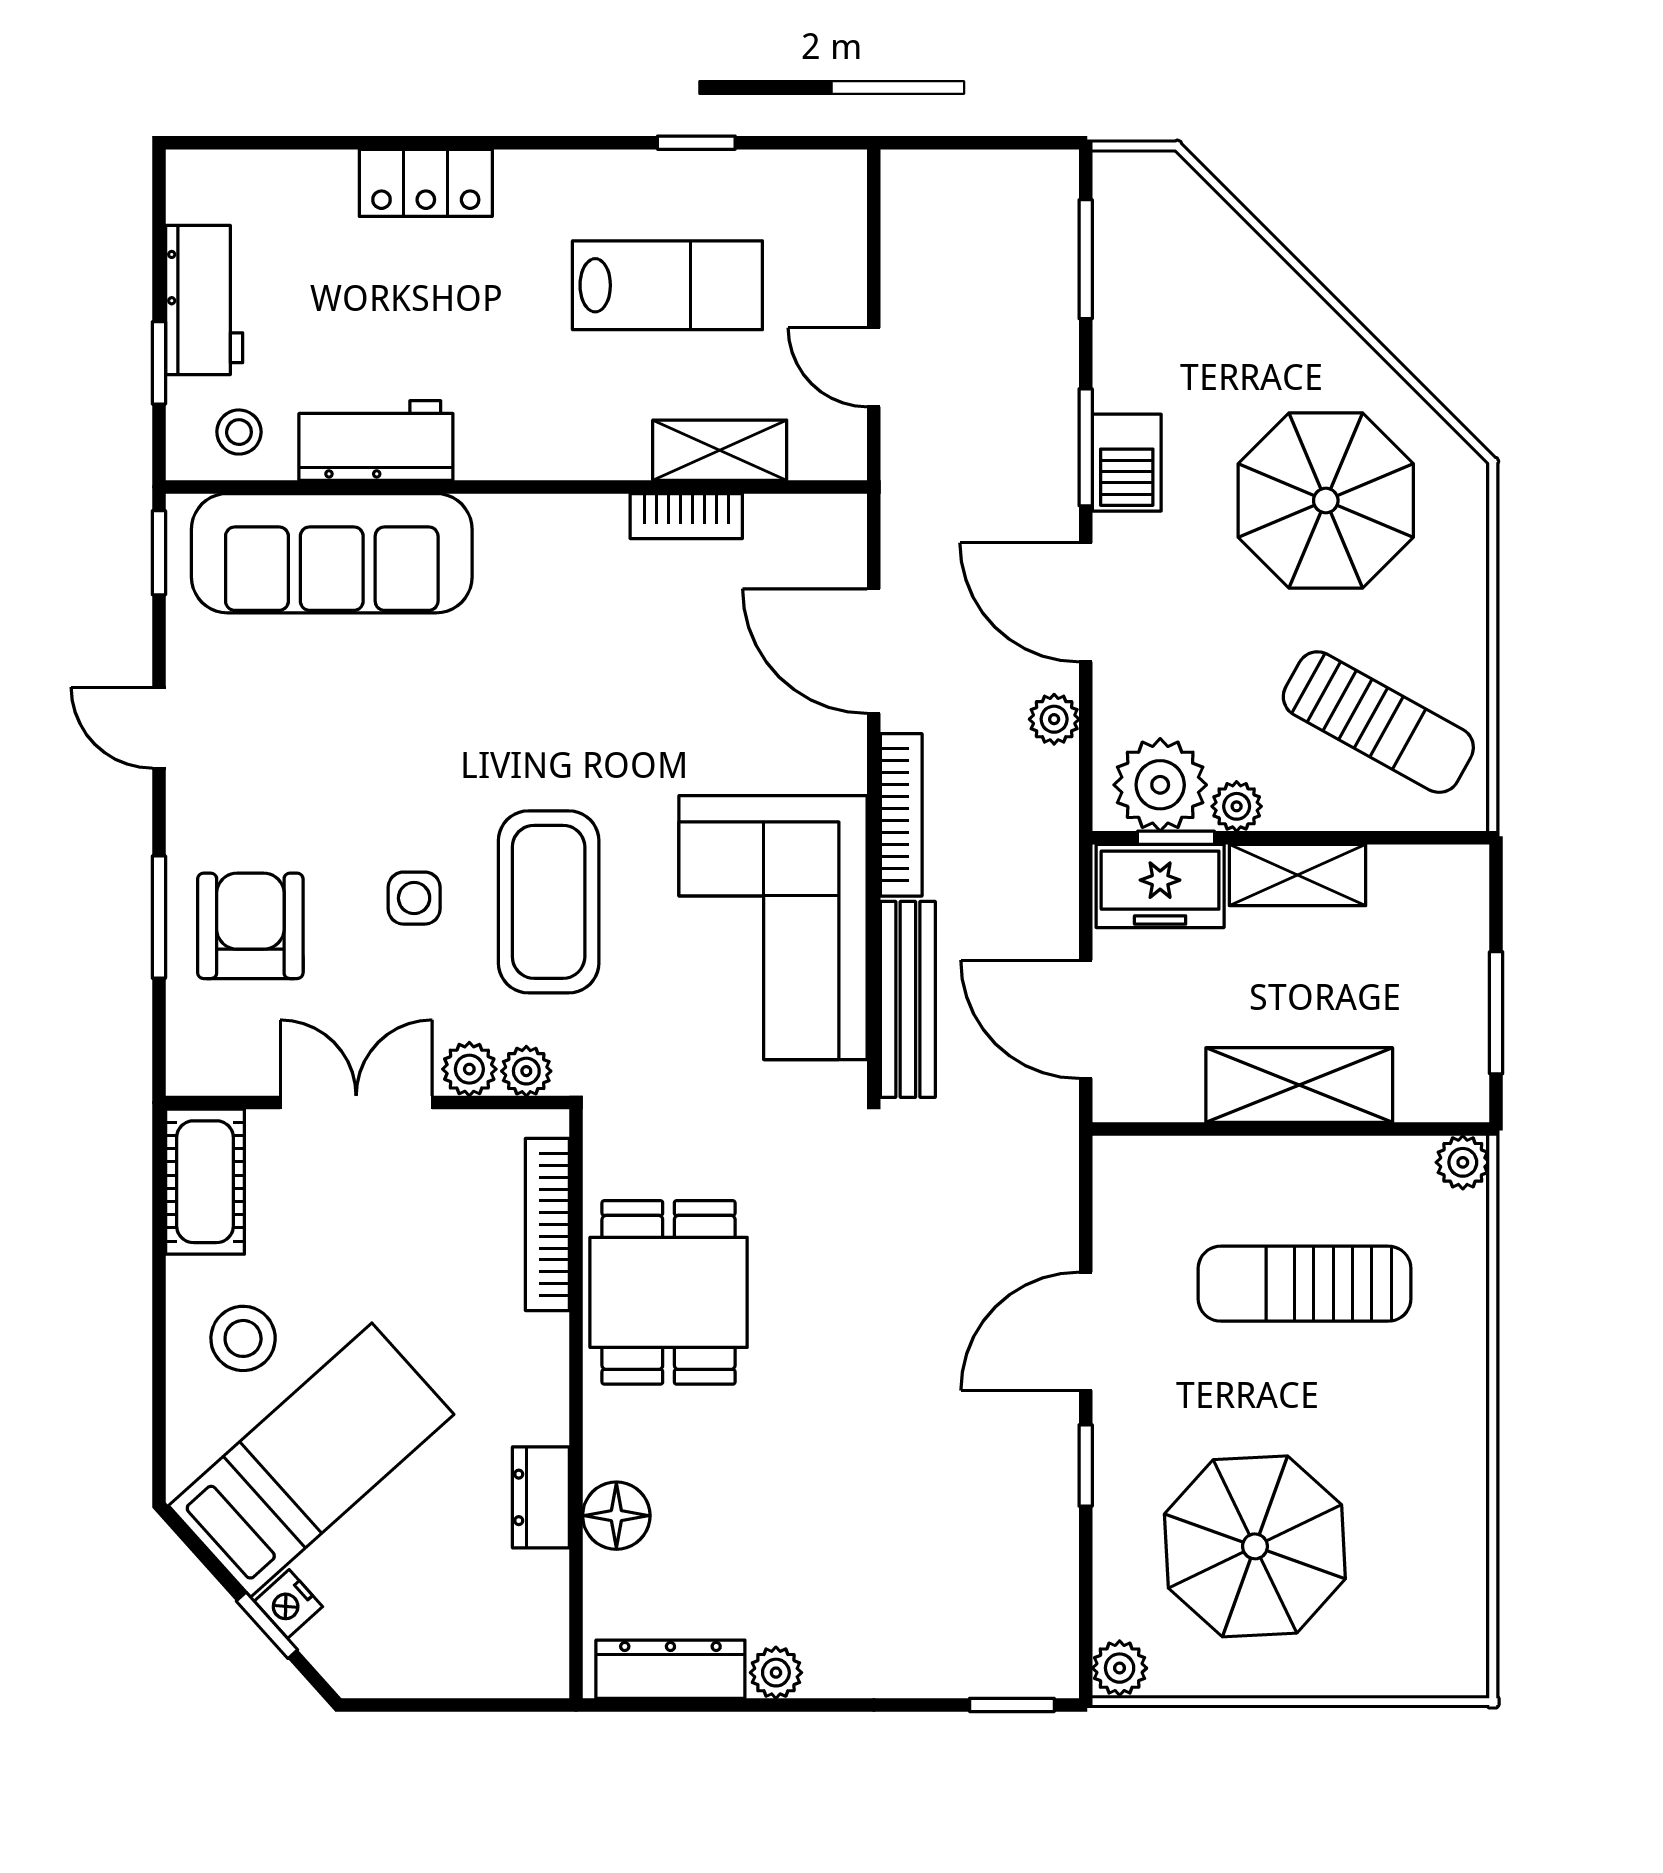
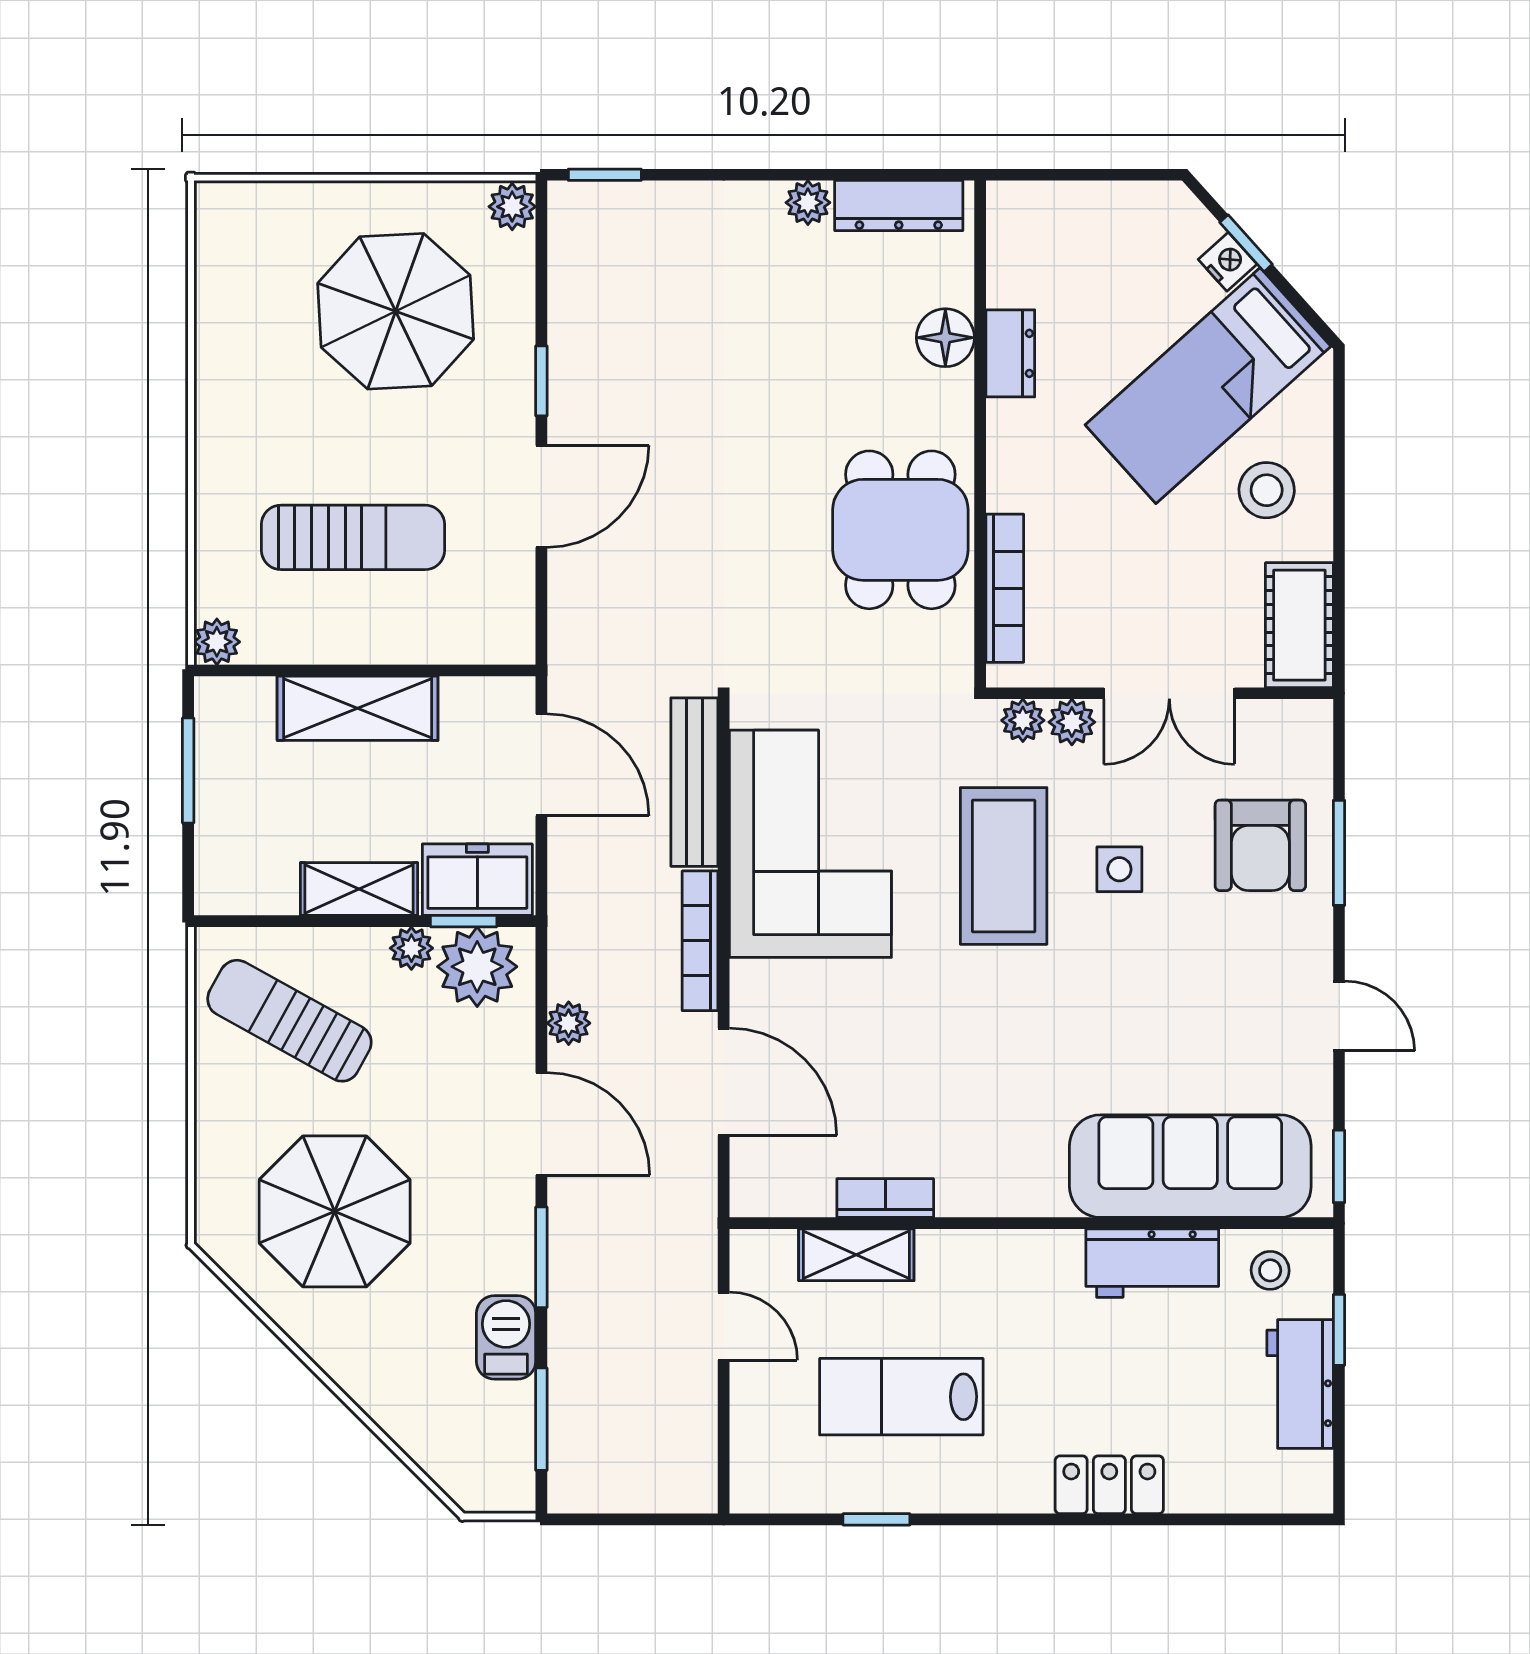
barbecue: (1127, 463) -> (506, 1337), moved

